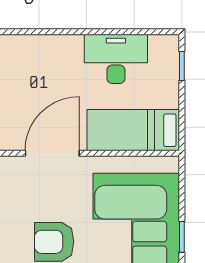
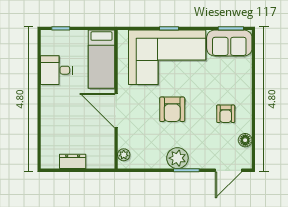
desk: (116, 59) -> (56, 70), width x0.73

